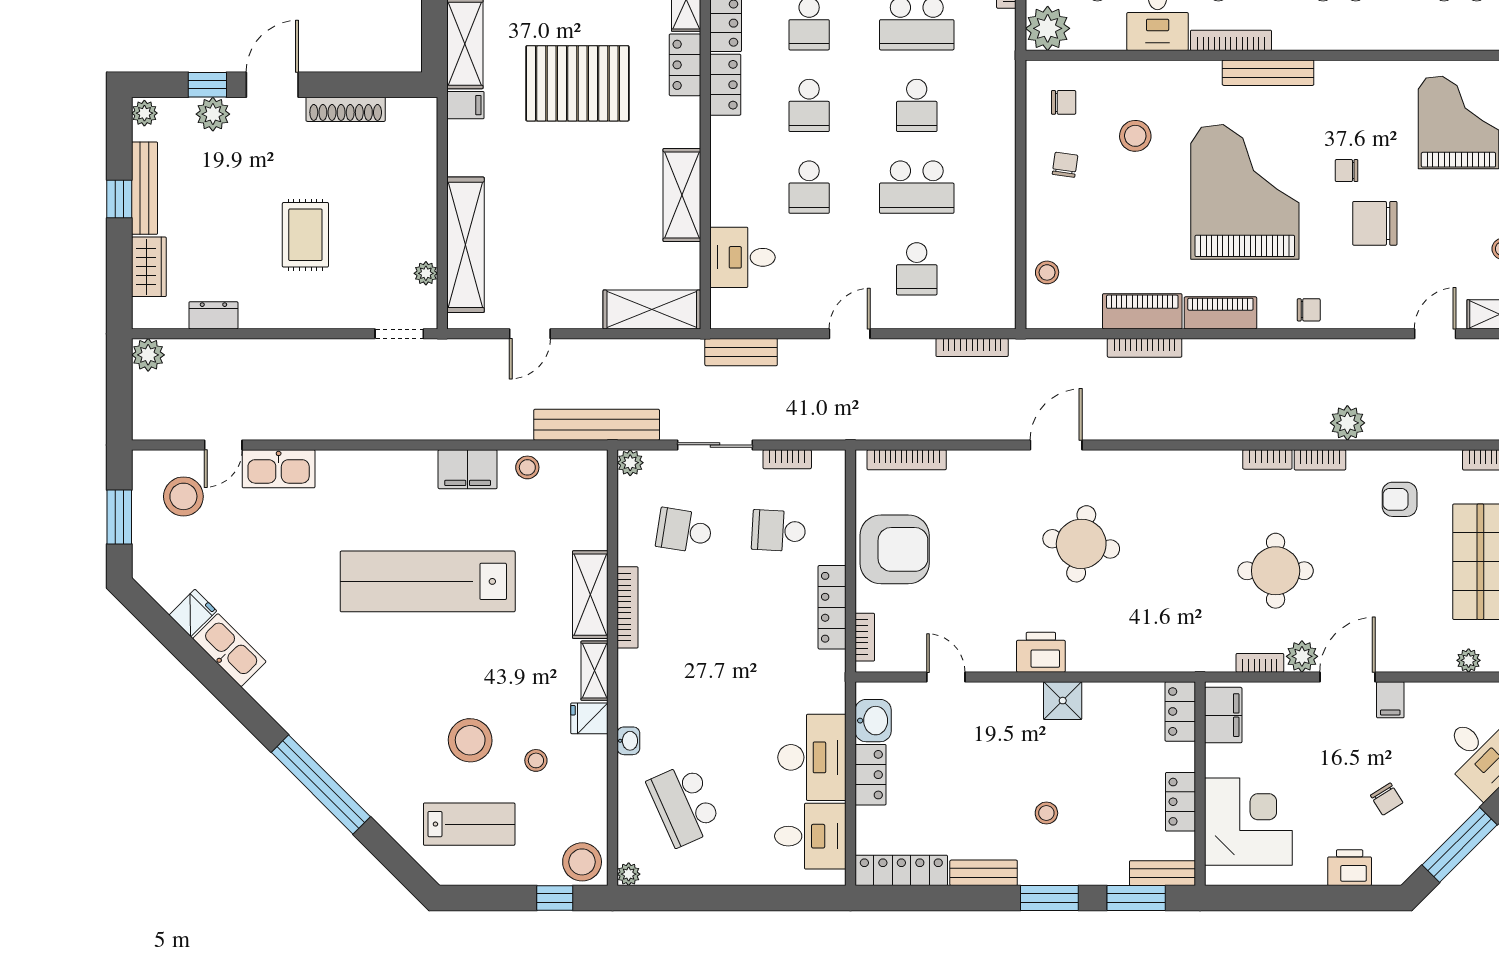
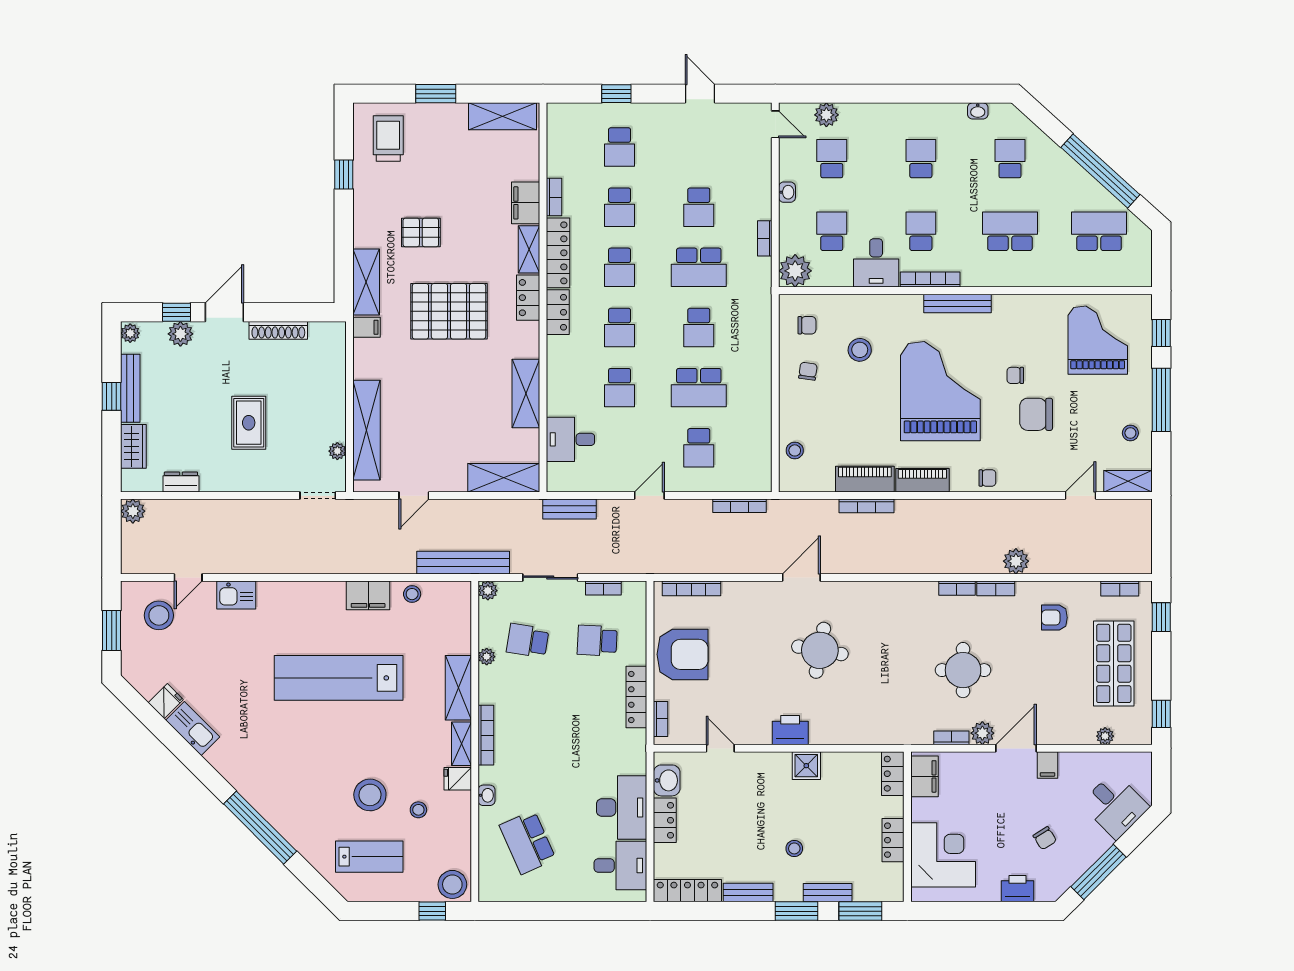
kitchen sink: (279, 469) -> (236, 595), width x0.73
bookcase: (628, 607) -> (486, 735), moved
bench: (1162, 873) -> (828, 893), moved
plant: (629, 874) -> (487, 657), moved

